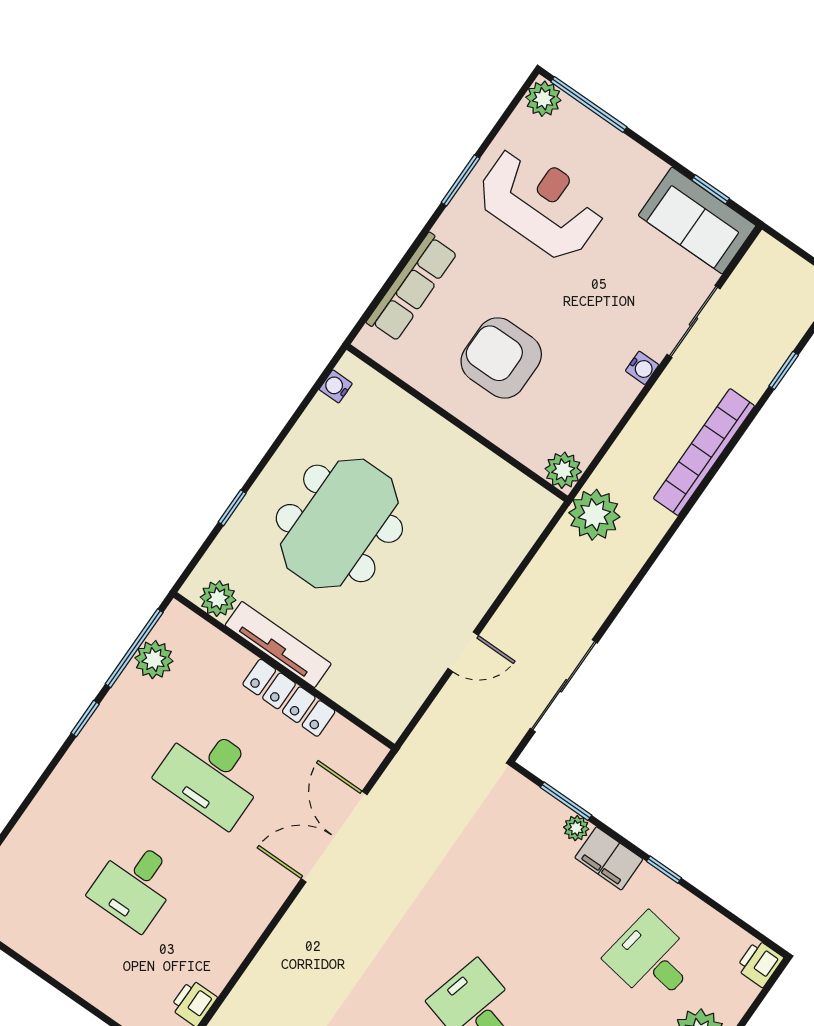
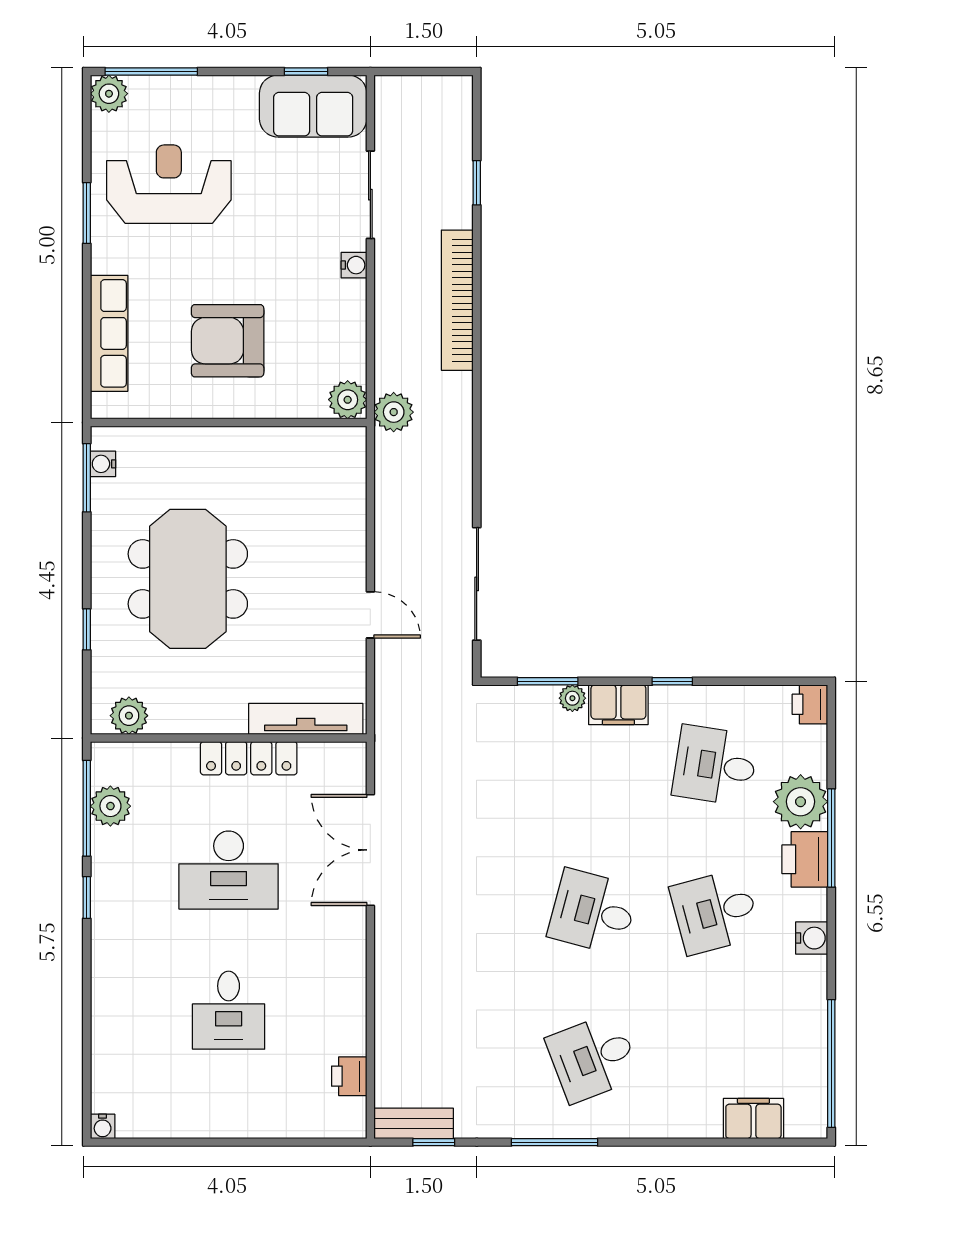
window: (315, 388) -> (87, 478), added
plant: (594, 515) -> (394, 412), width x0.73, depth x0.73
tv unit: (278, 644) -> (306, 719), moved
door: (463, 652) -> (370, 615), hinge flipped

